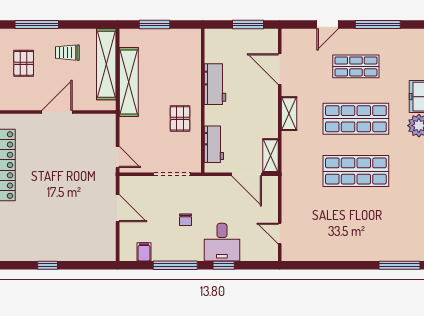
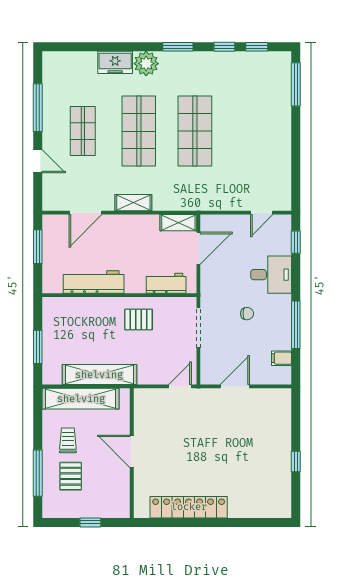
trolley: (67, 53) -> (68, 440), turned 180
pallet: (24, 63) -> (71, 476), moved, turned 90
workbench: (215, 84) -> (94, 282), width x1.37
window: (224, 265) -> (296, 242), moved

